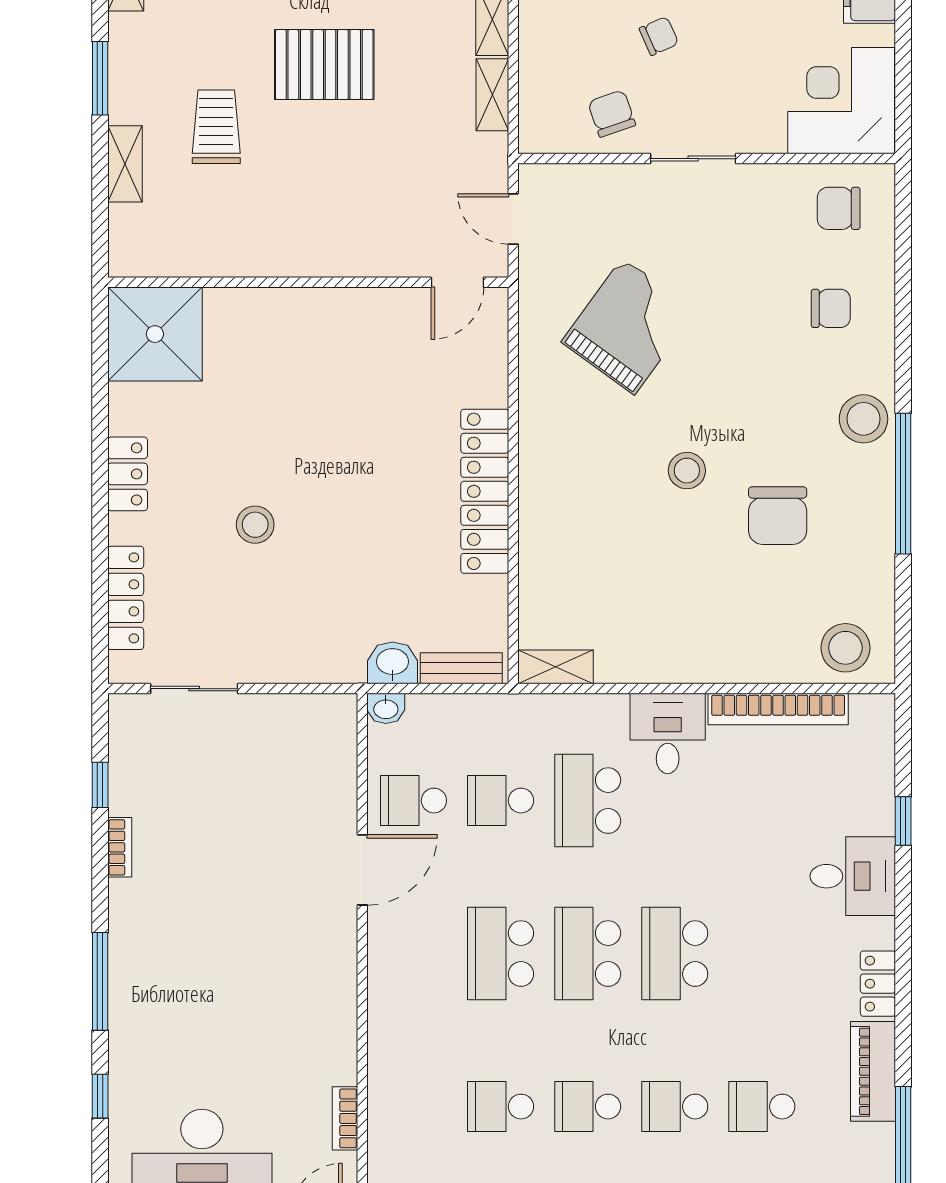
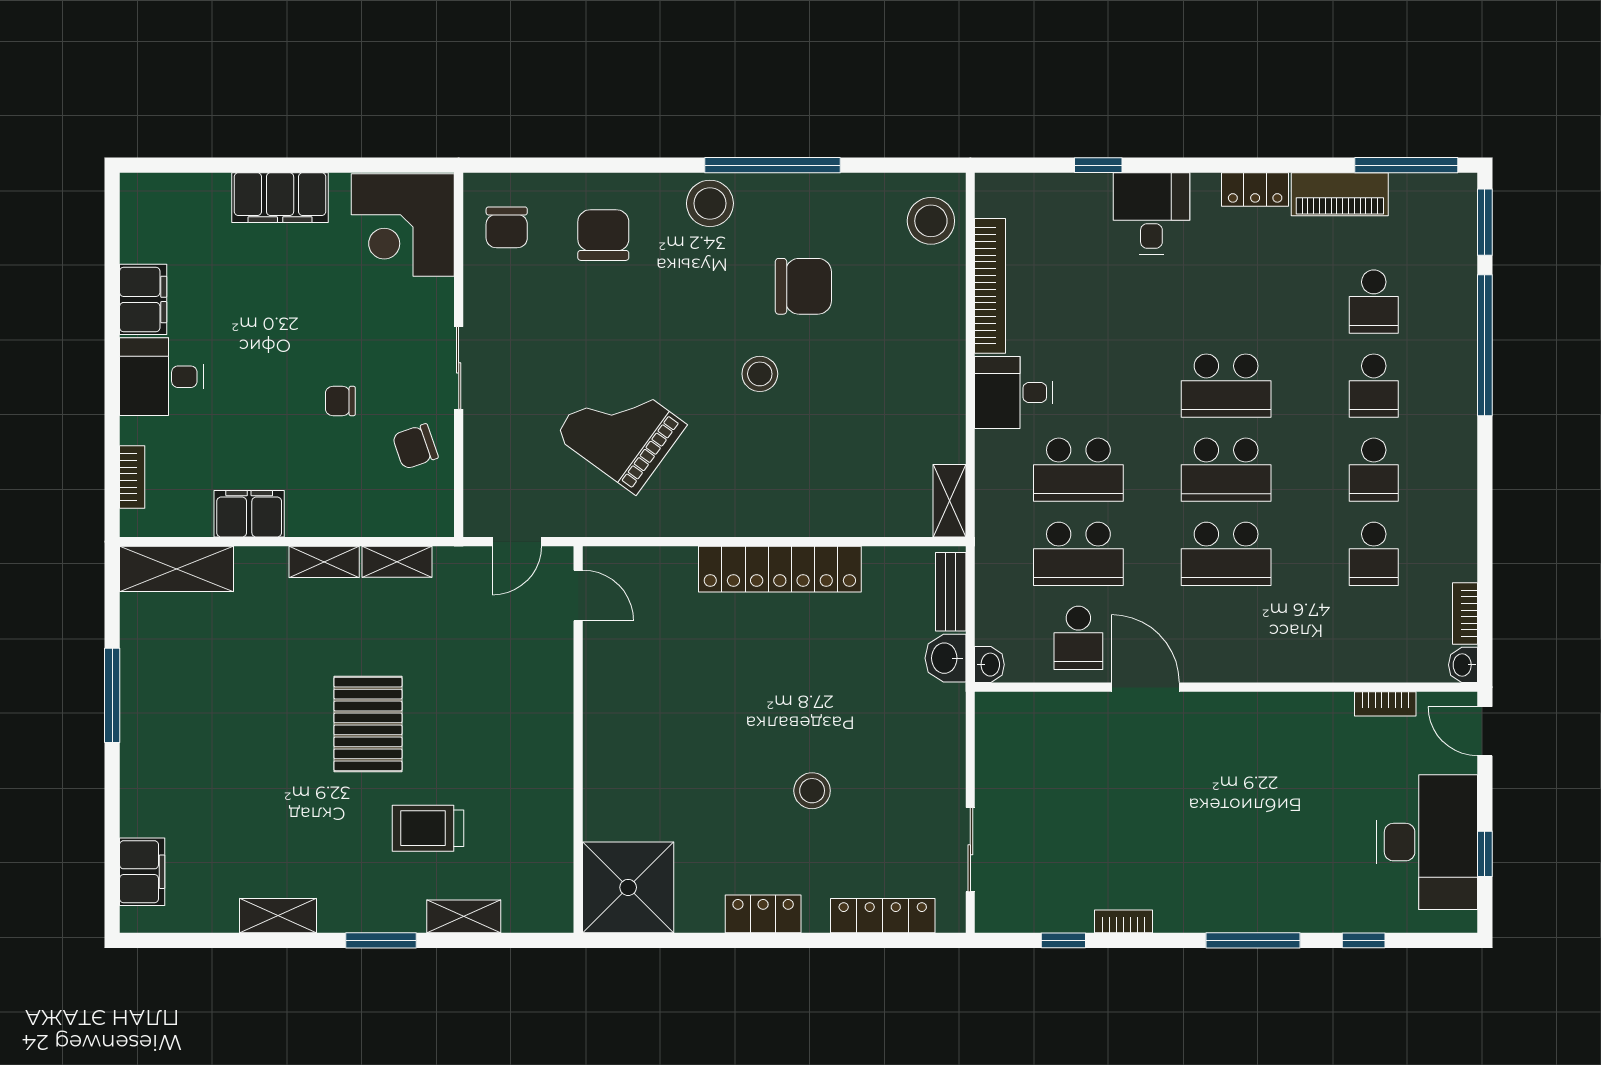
chair: (659, 36) -> (340, 401), turned -66
chair: (831, 308) -> (603, 235), width x1.37, depth x1.37
school desk: (501, 801) -> (1078, 554), width x1.85

